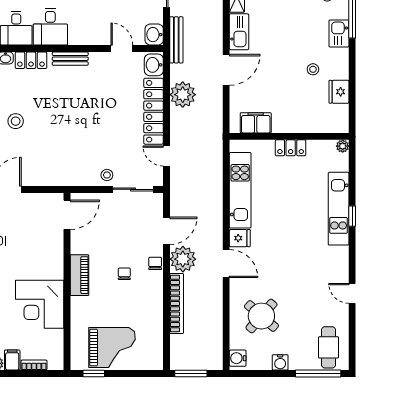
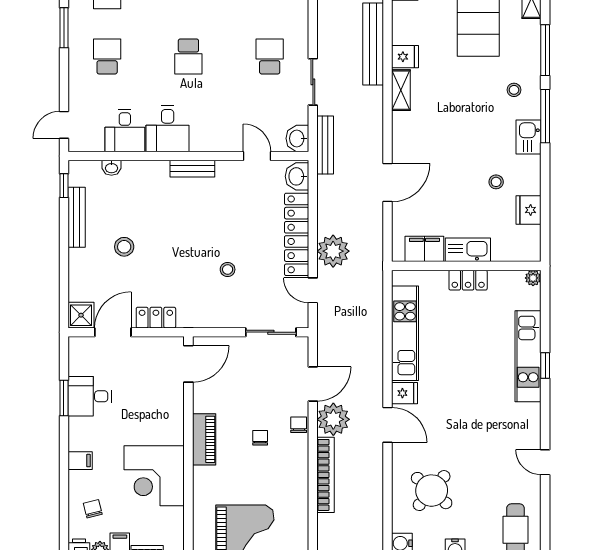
kitchen sink: (239, 32) -> (468, 250), moved, turned -90
locker: (31, 60) -> (156, 318), moved, turned 180
plant: (183, 95) -> (333, 251), moved
stool: (107, 175) -> (228, 269), moved

